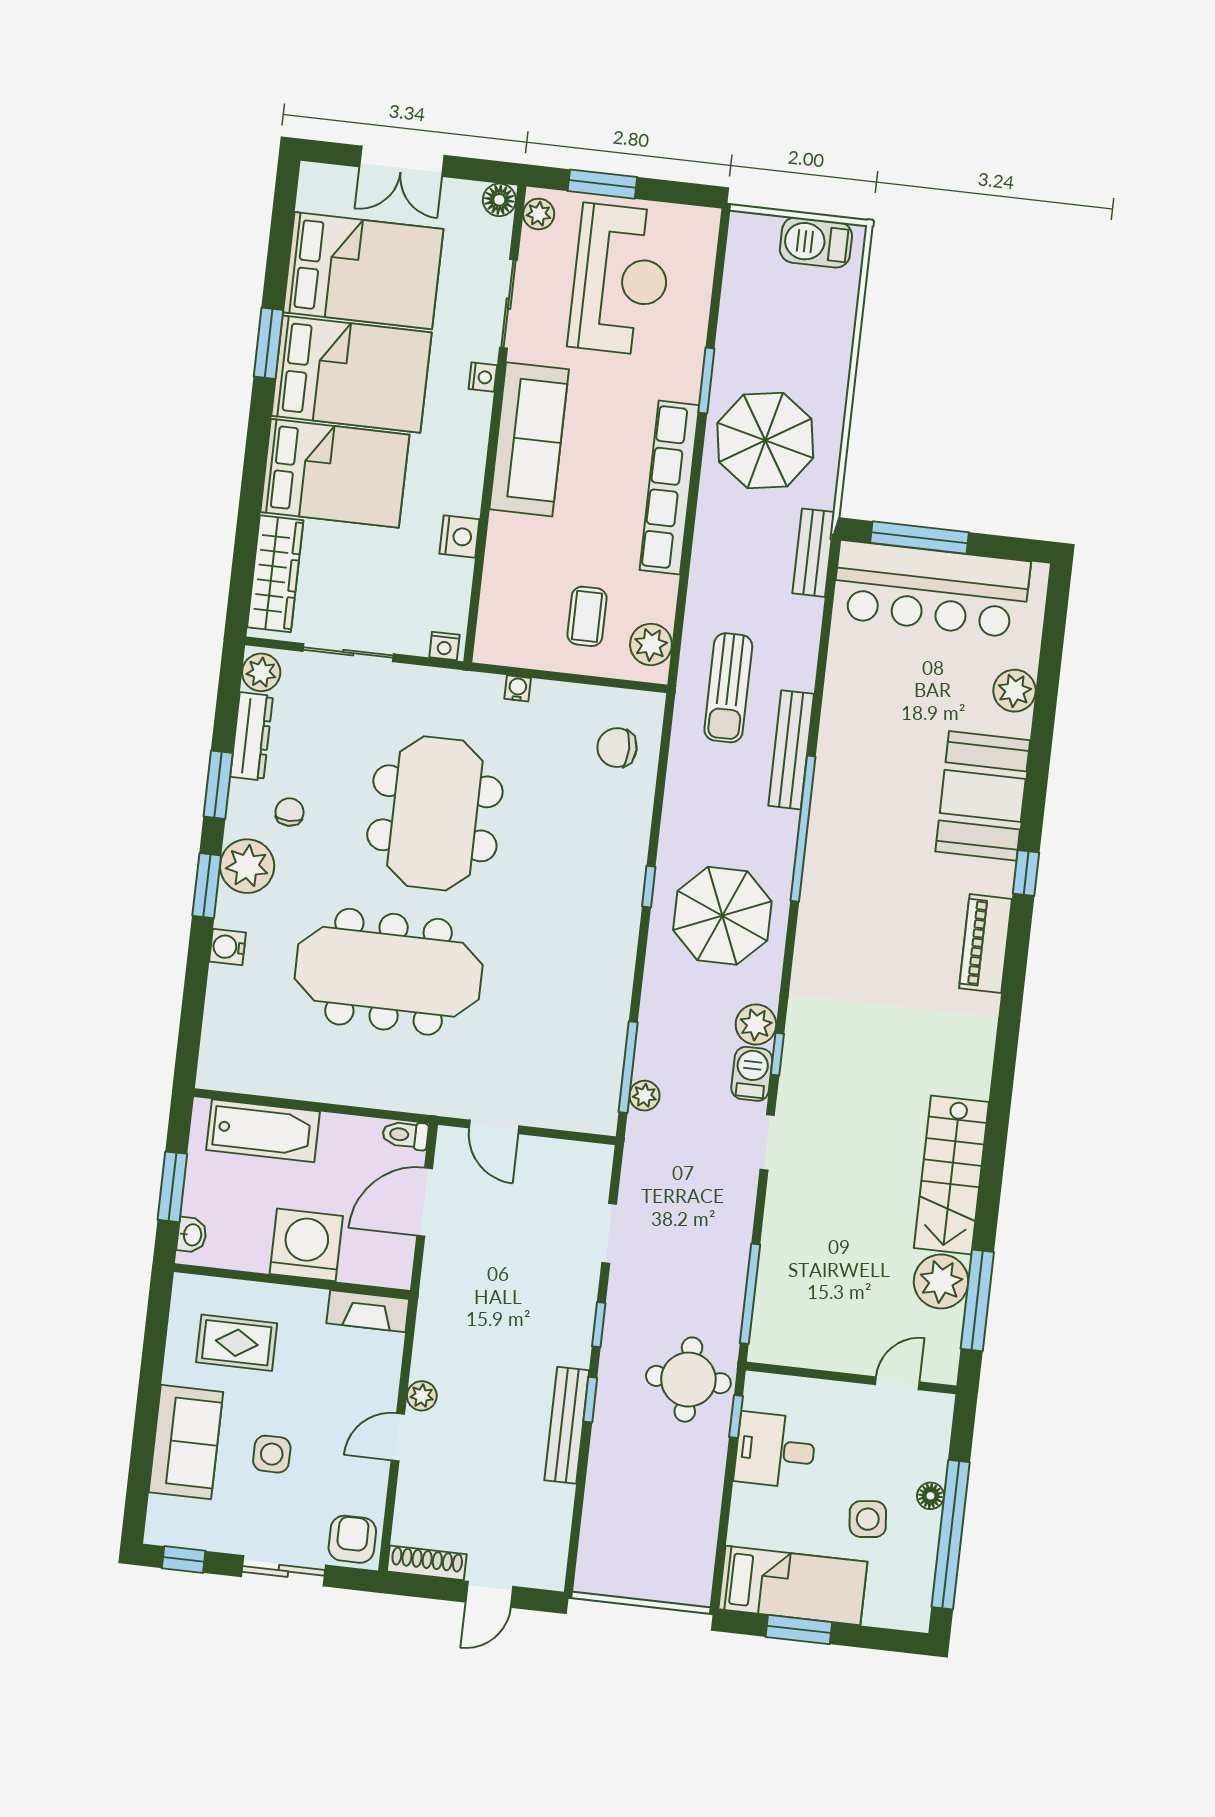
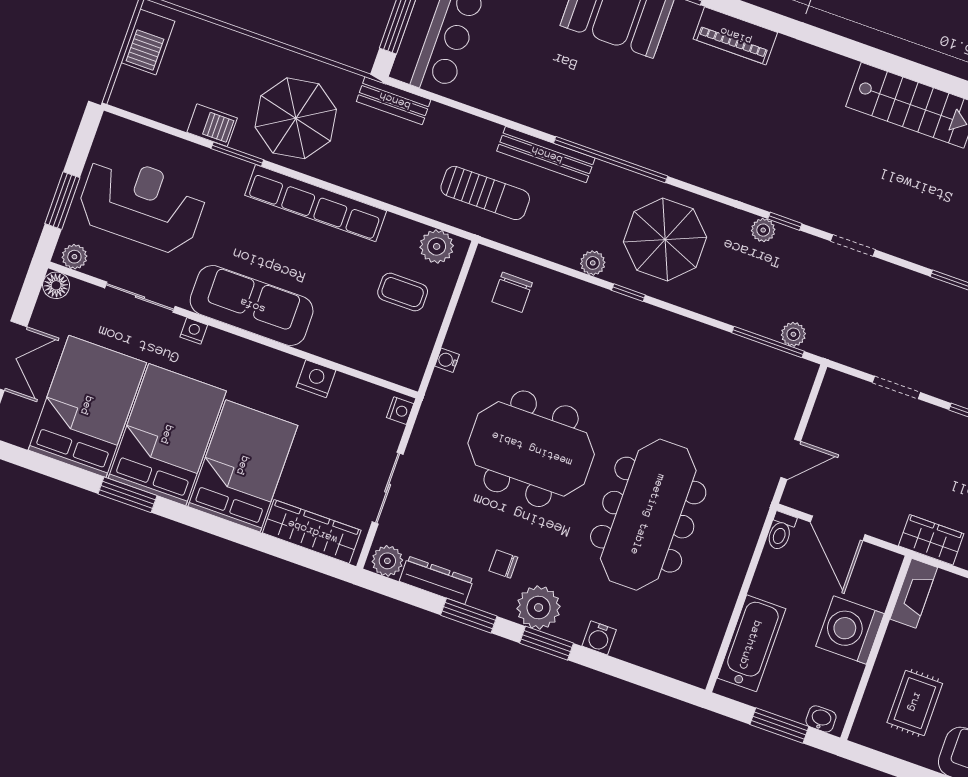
plant: (674, 836) -> (593, 263), added
plant: (756, 1025) -> (763, 230), width x0.73, depth x0.73
barbecue: (752, 1074) -> (212, 125), moved, turned 180
wardrobe: (437, 1317) -> (931, 540), added

